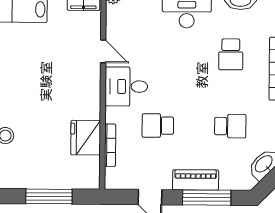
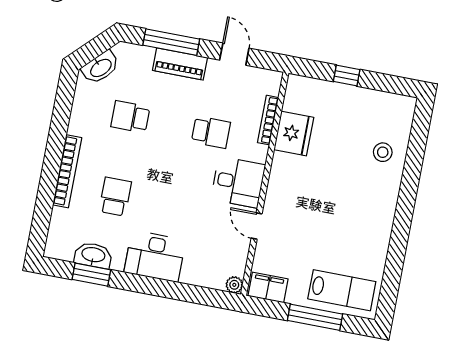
window: (49, 196) -> (347, 76), width x0.46

